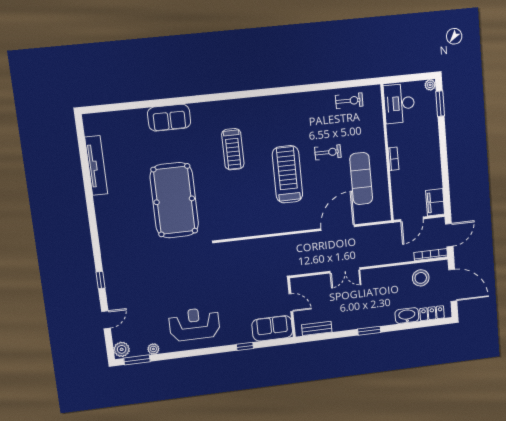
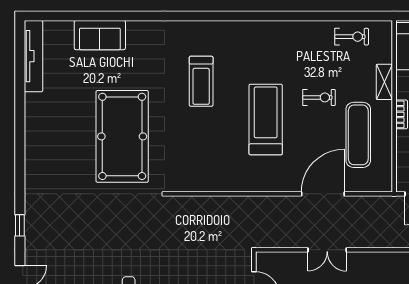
sofa: (169, 118) -> (100, 35), moved
shelving: (378, 134) -> (384, 82), added
tv unit: (96, 166) -> (33, 56), moved

